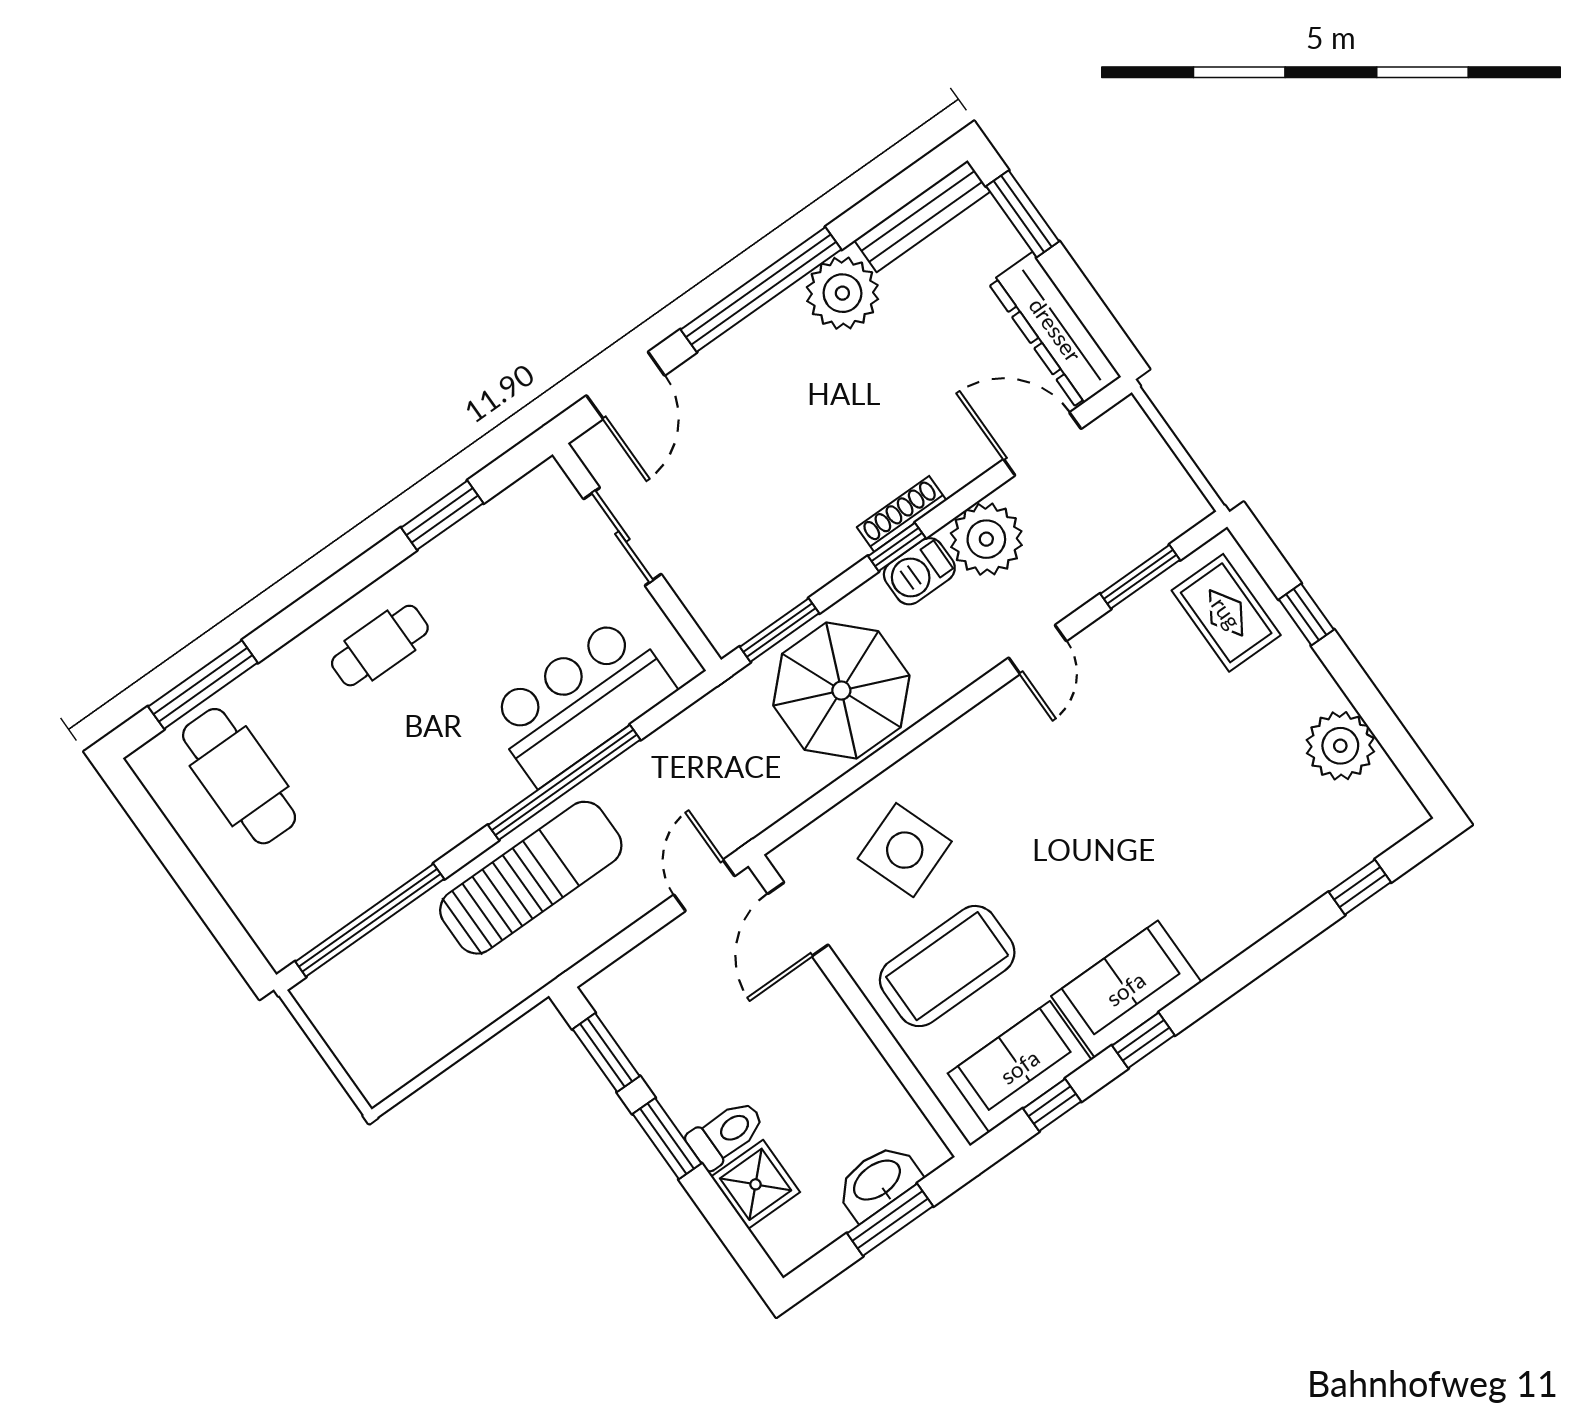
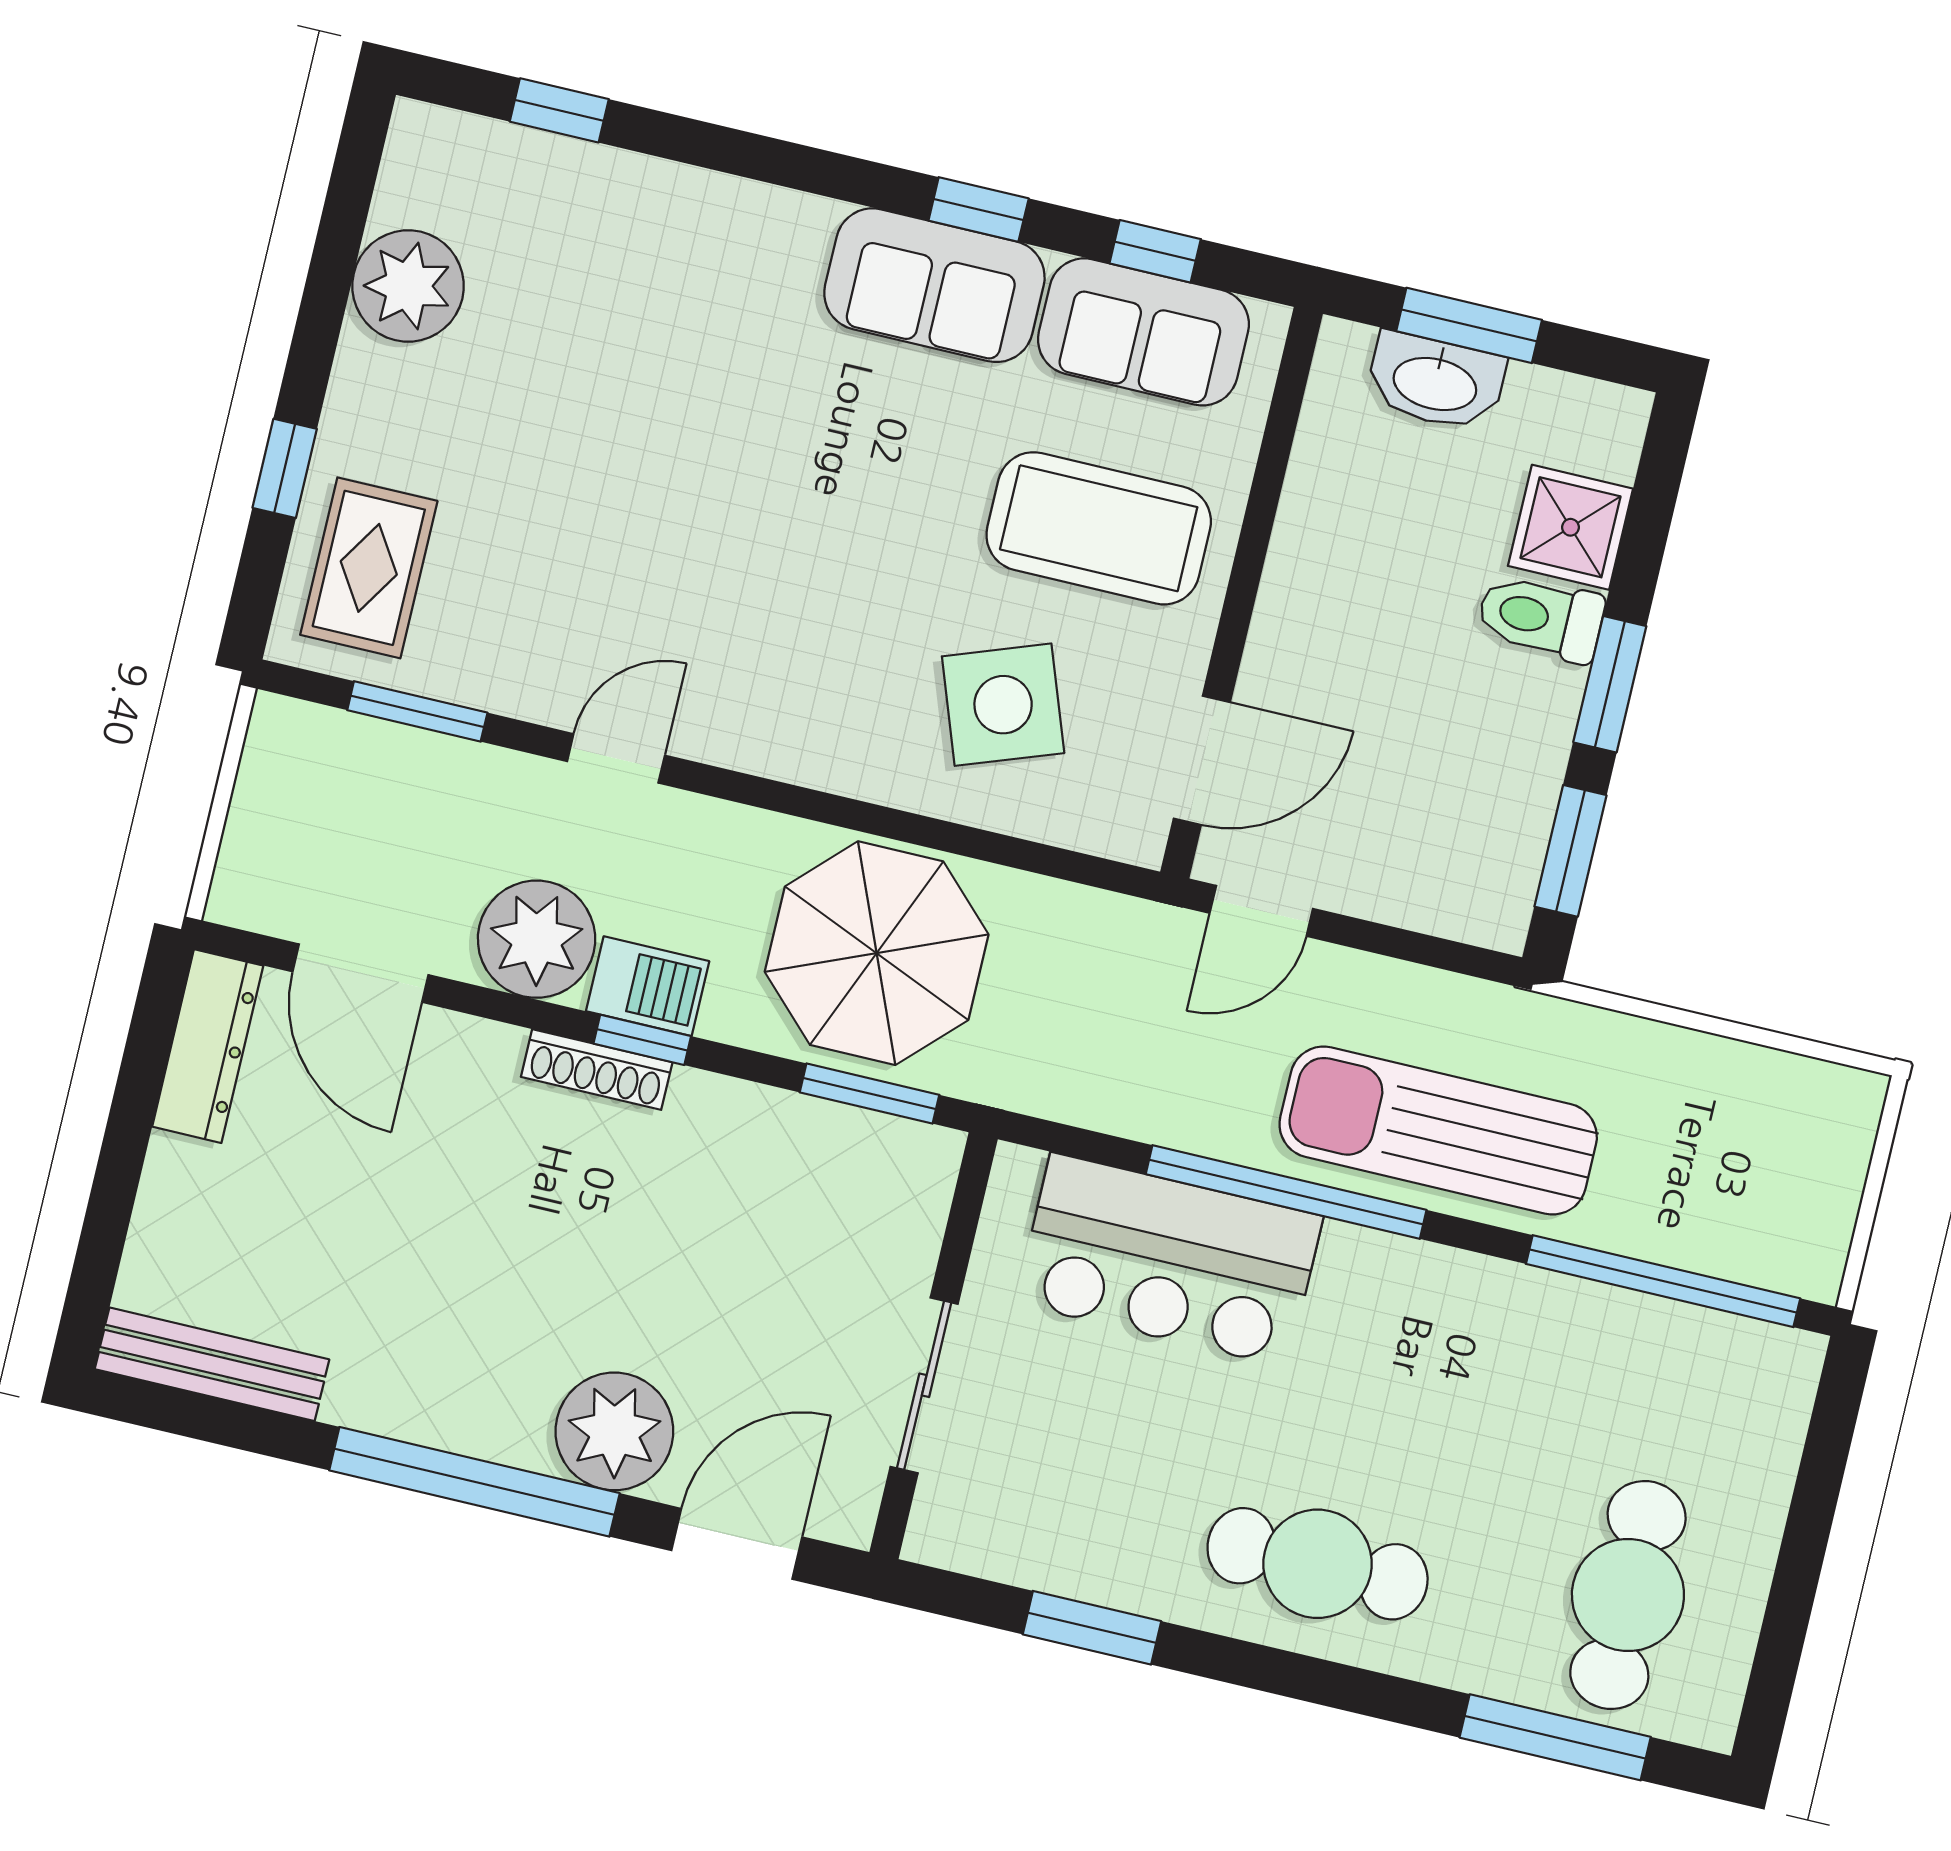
window: (1023, 214) -> (101, 1244), removed
plant: (842, 293) -> (614, 1431), moved
dresser: (1055, 330) -> (208, 1046), width x0.73, depth x0.80
cafe table: (380, 646) -> (1318, 1564), width x1.37, depth x1.35

